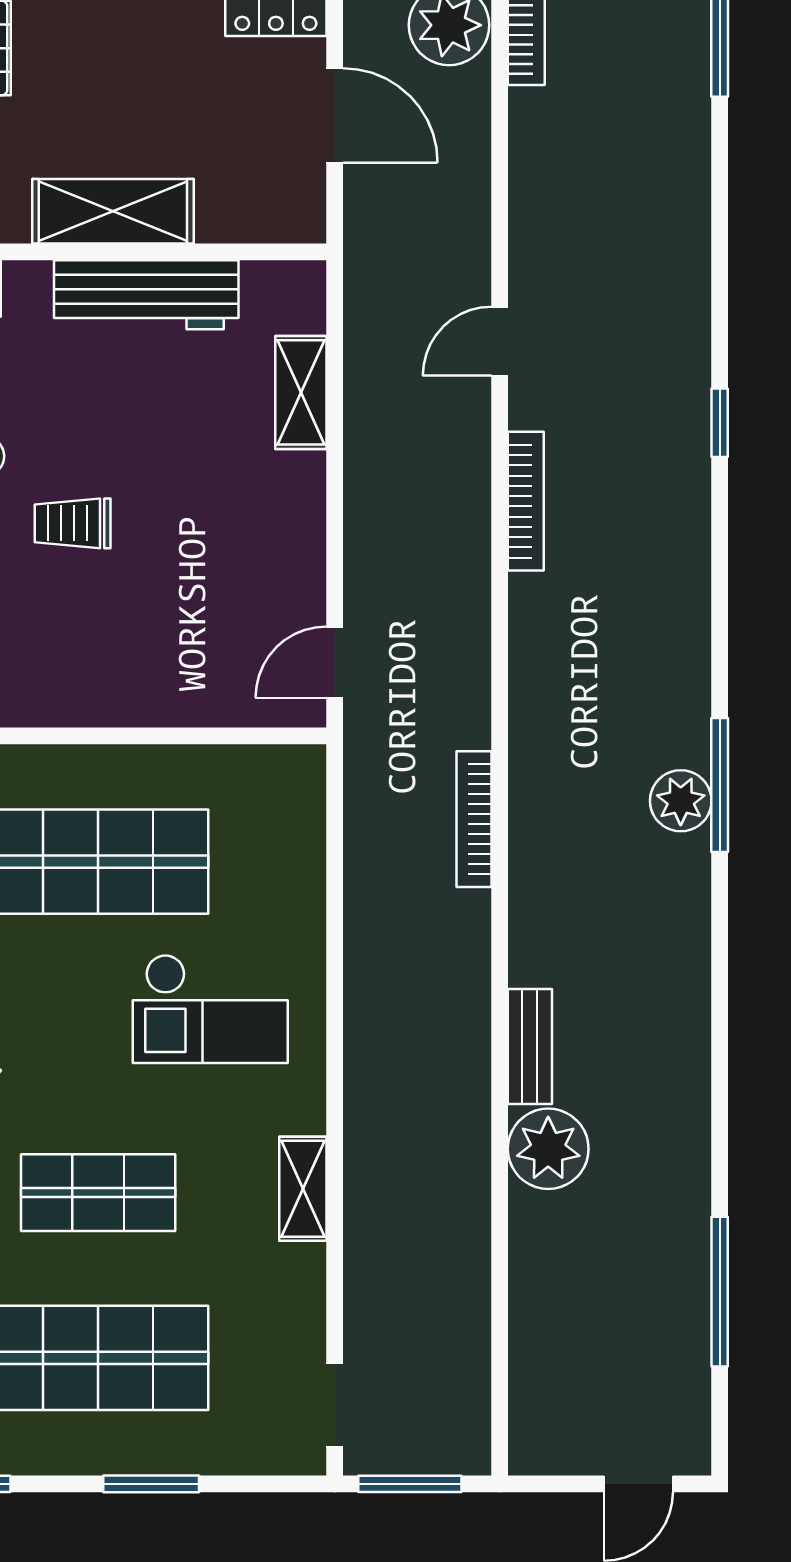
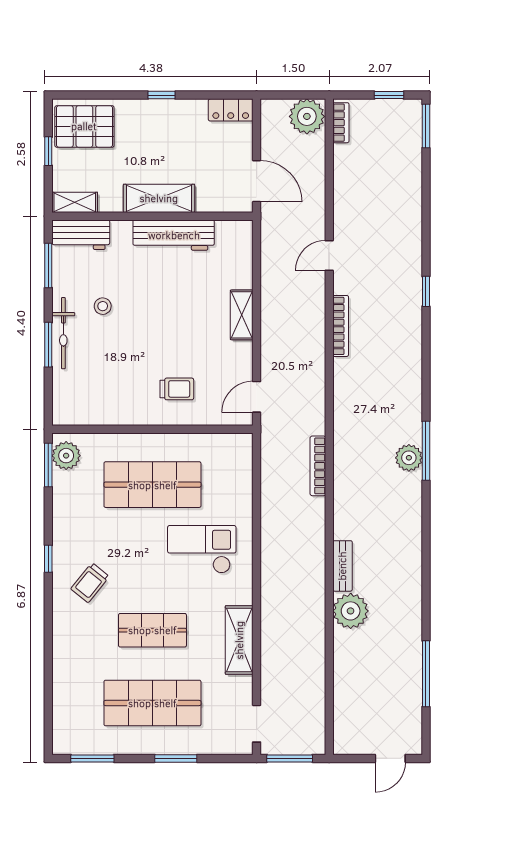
door: (335, 115) -> (257, 181), moved
shelving: (301, 392) -> (242, 315), moved
trolley: (73, 523) -> (177, 389), moved, turned 180
checkout: (210, 1009) -> (202, 549), turned 180
shelving: (303, 1189) -> (239, 640), width x1.50, depth x1.33

